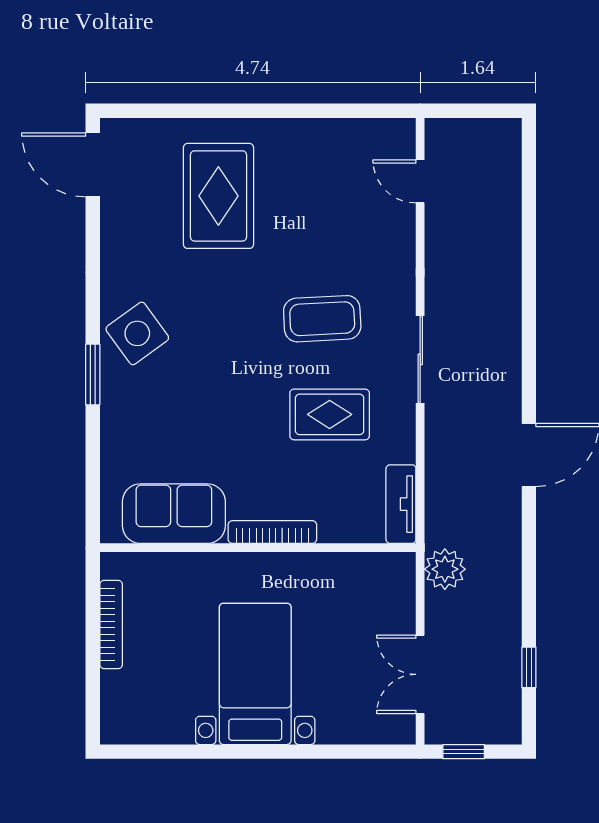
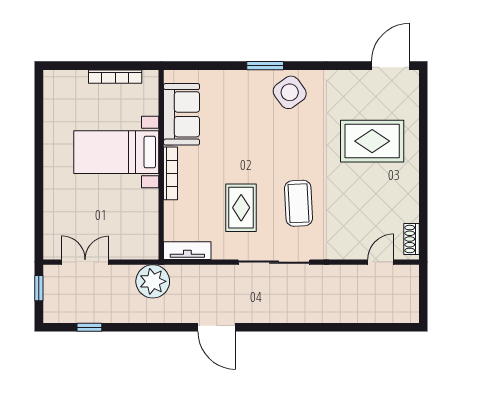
shoe rack: (382, 130) -> (411, 239), added
sliding door: (420, 359) -> (274, 262), width x1.37
plant: (445, 569) -> (153, 281), width x1.36, depth x1.36
bed with nightstands: (255, 674) -> (116, 152), moved, turned 180

